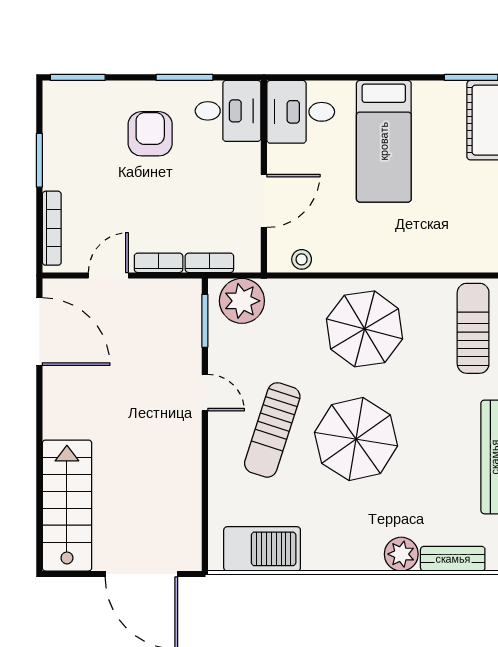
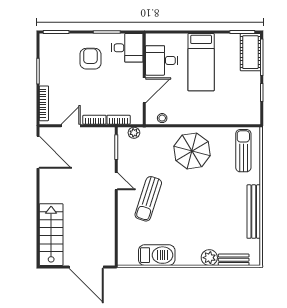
desk: (301, 112) -> (162, 60), moved
plant: (242, 301) -> (134, 133), width x0.53, depth x0.53
parasol: (356, 439) -> (188, 203), removed
barbecue: (262, 549) -> (157, 255), moved

